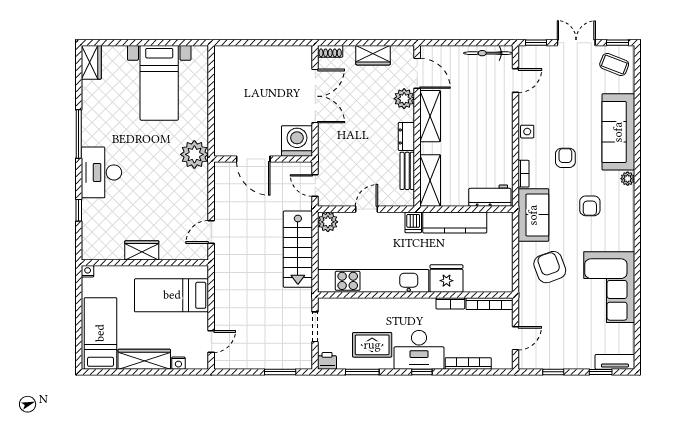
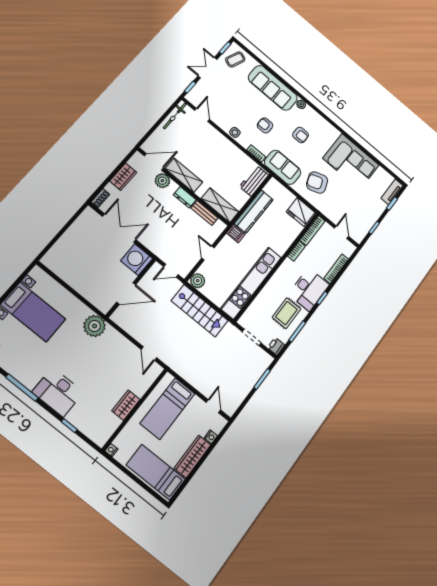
fridge: (446, 278) -> (301, 212), moved, turned -90

